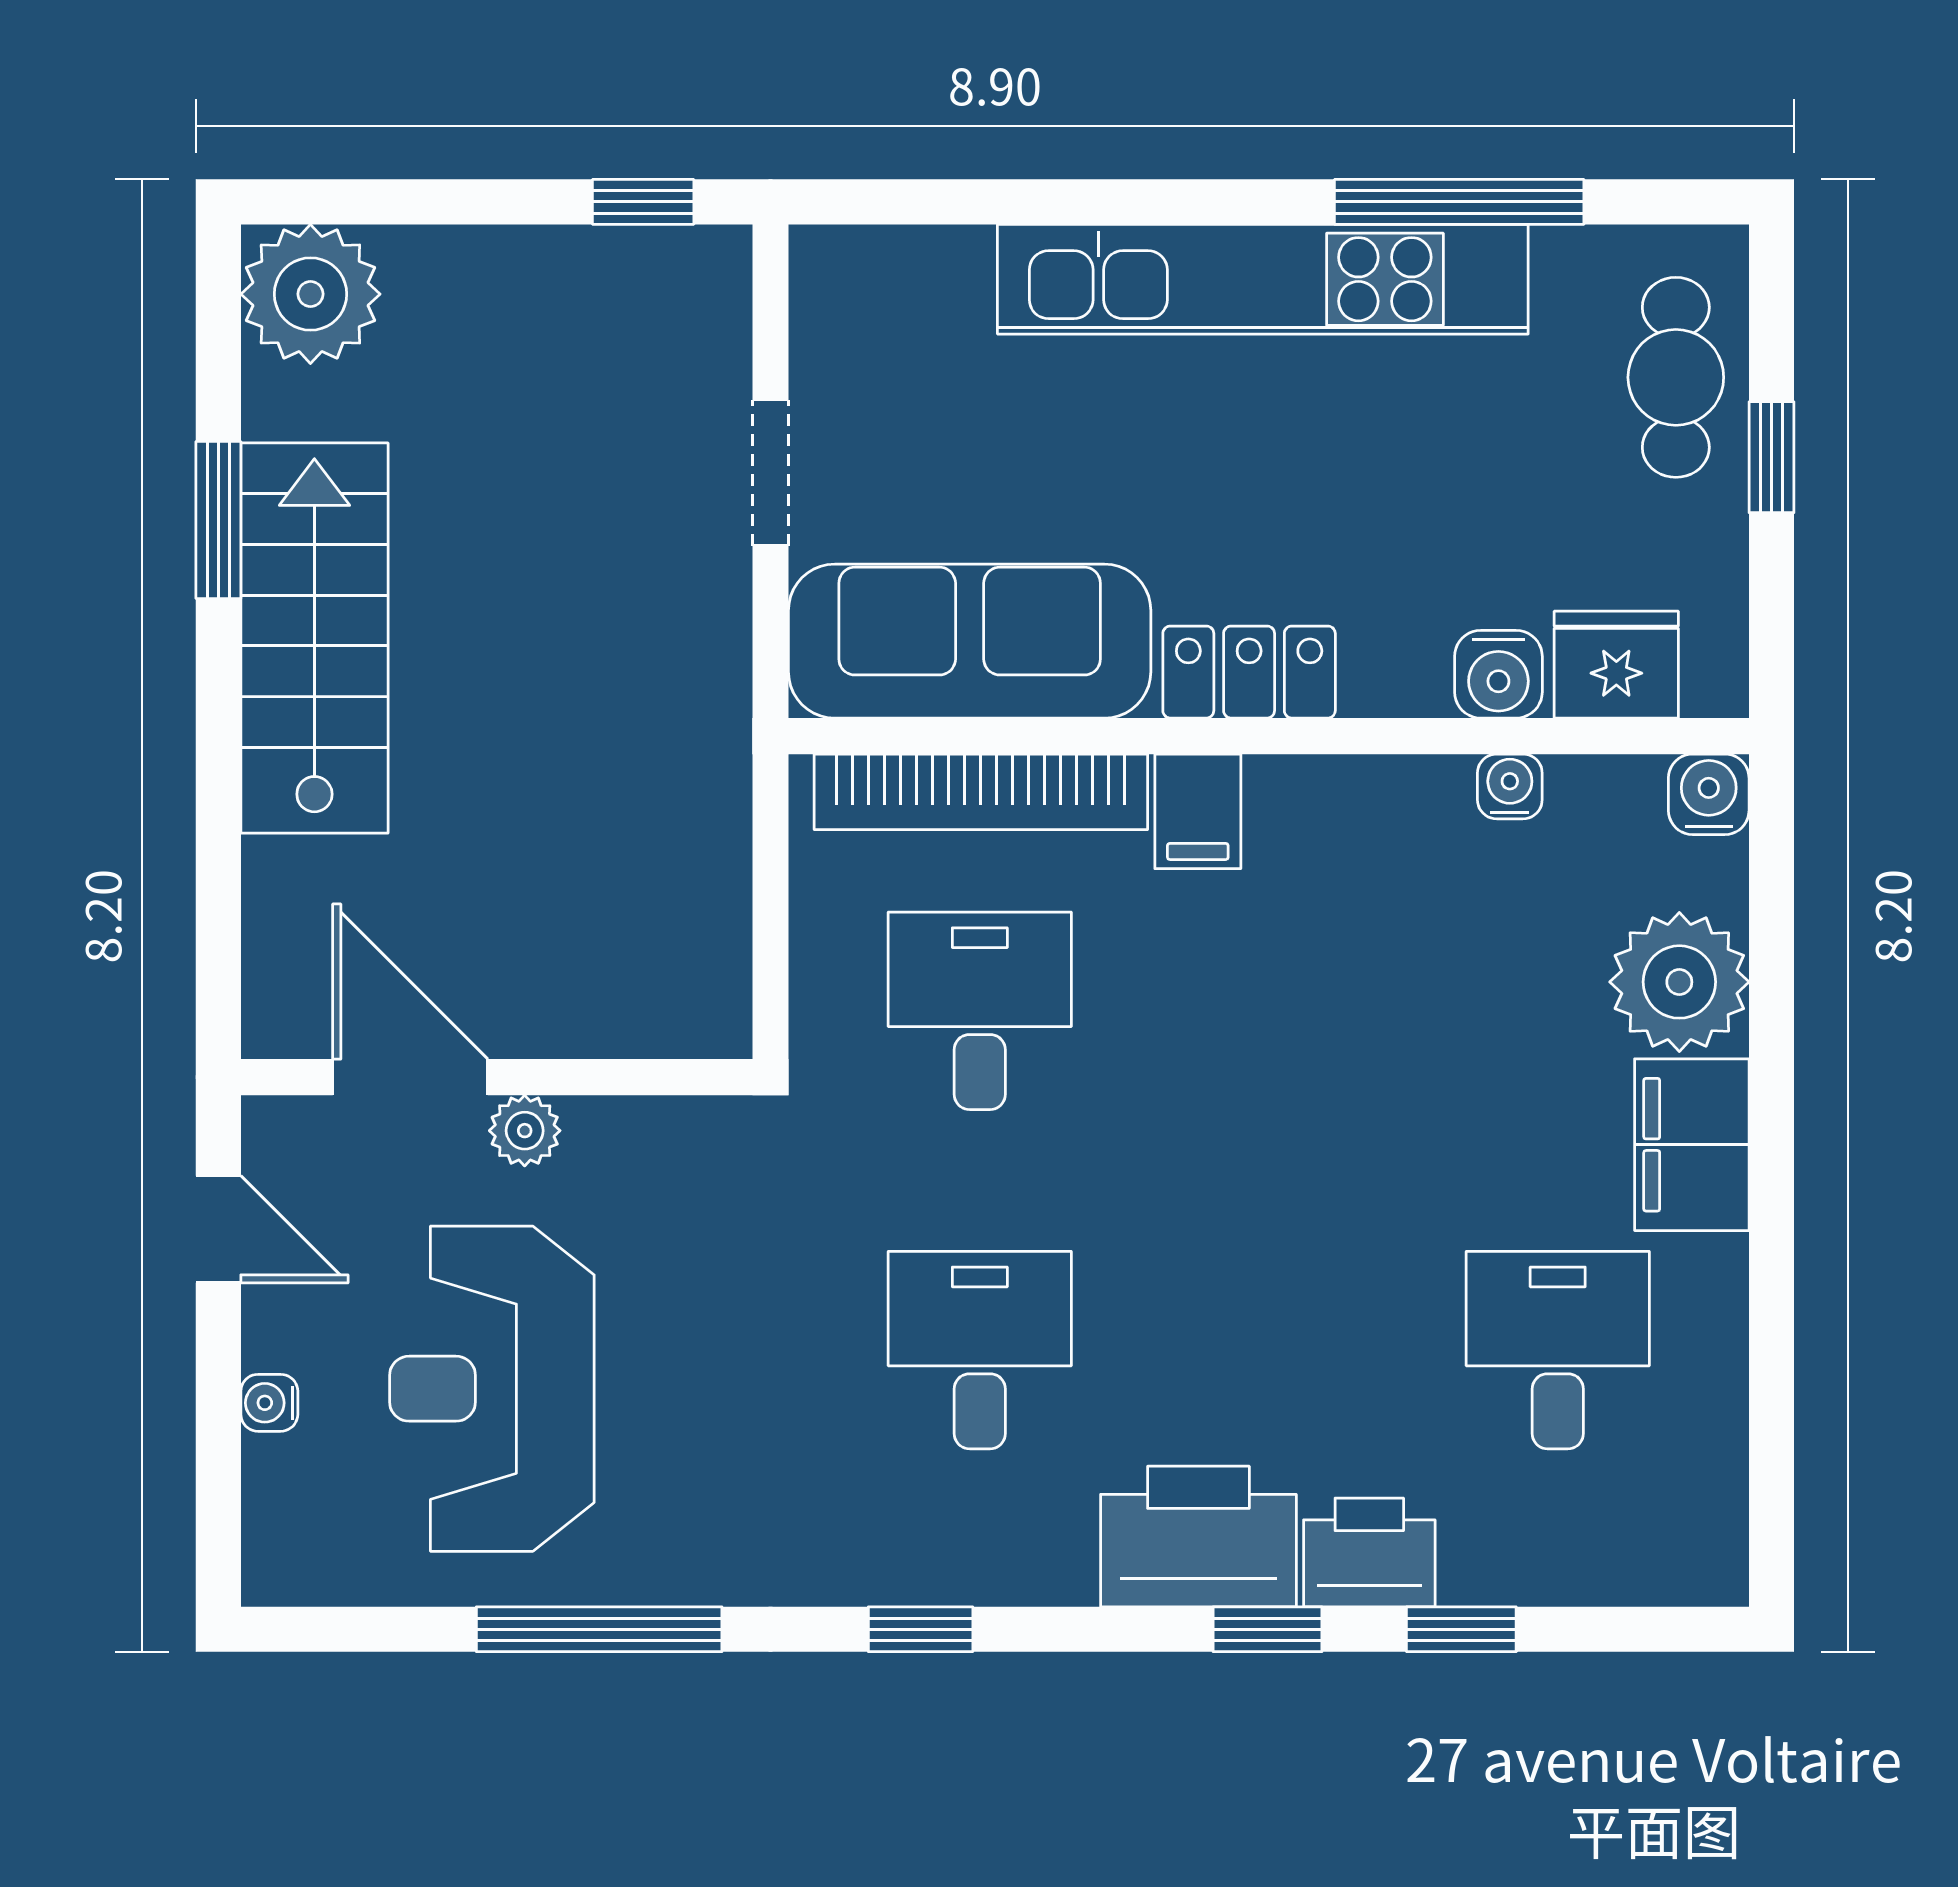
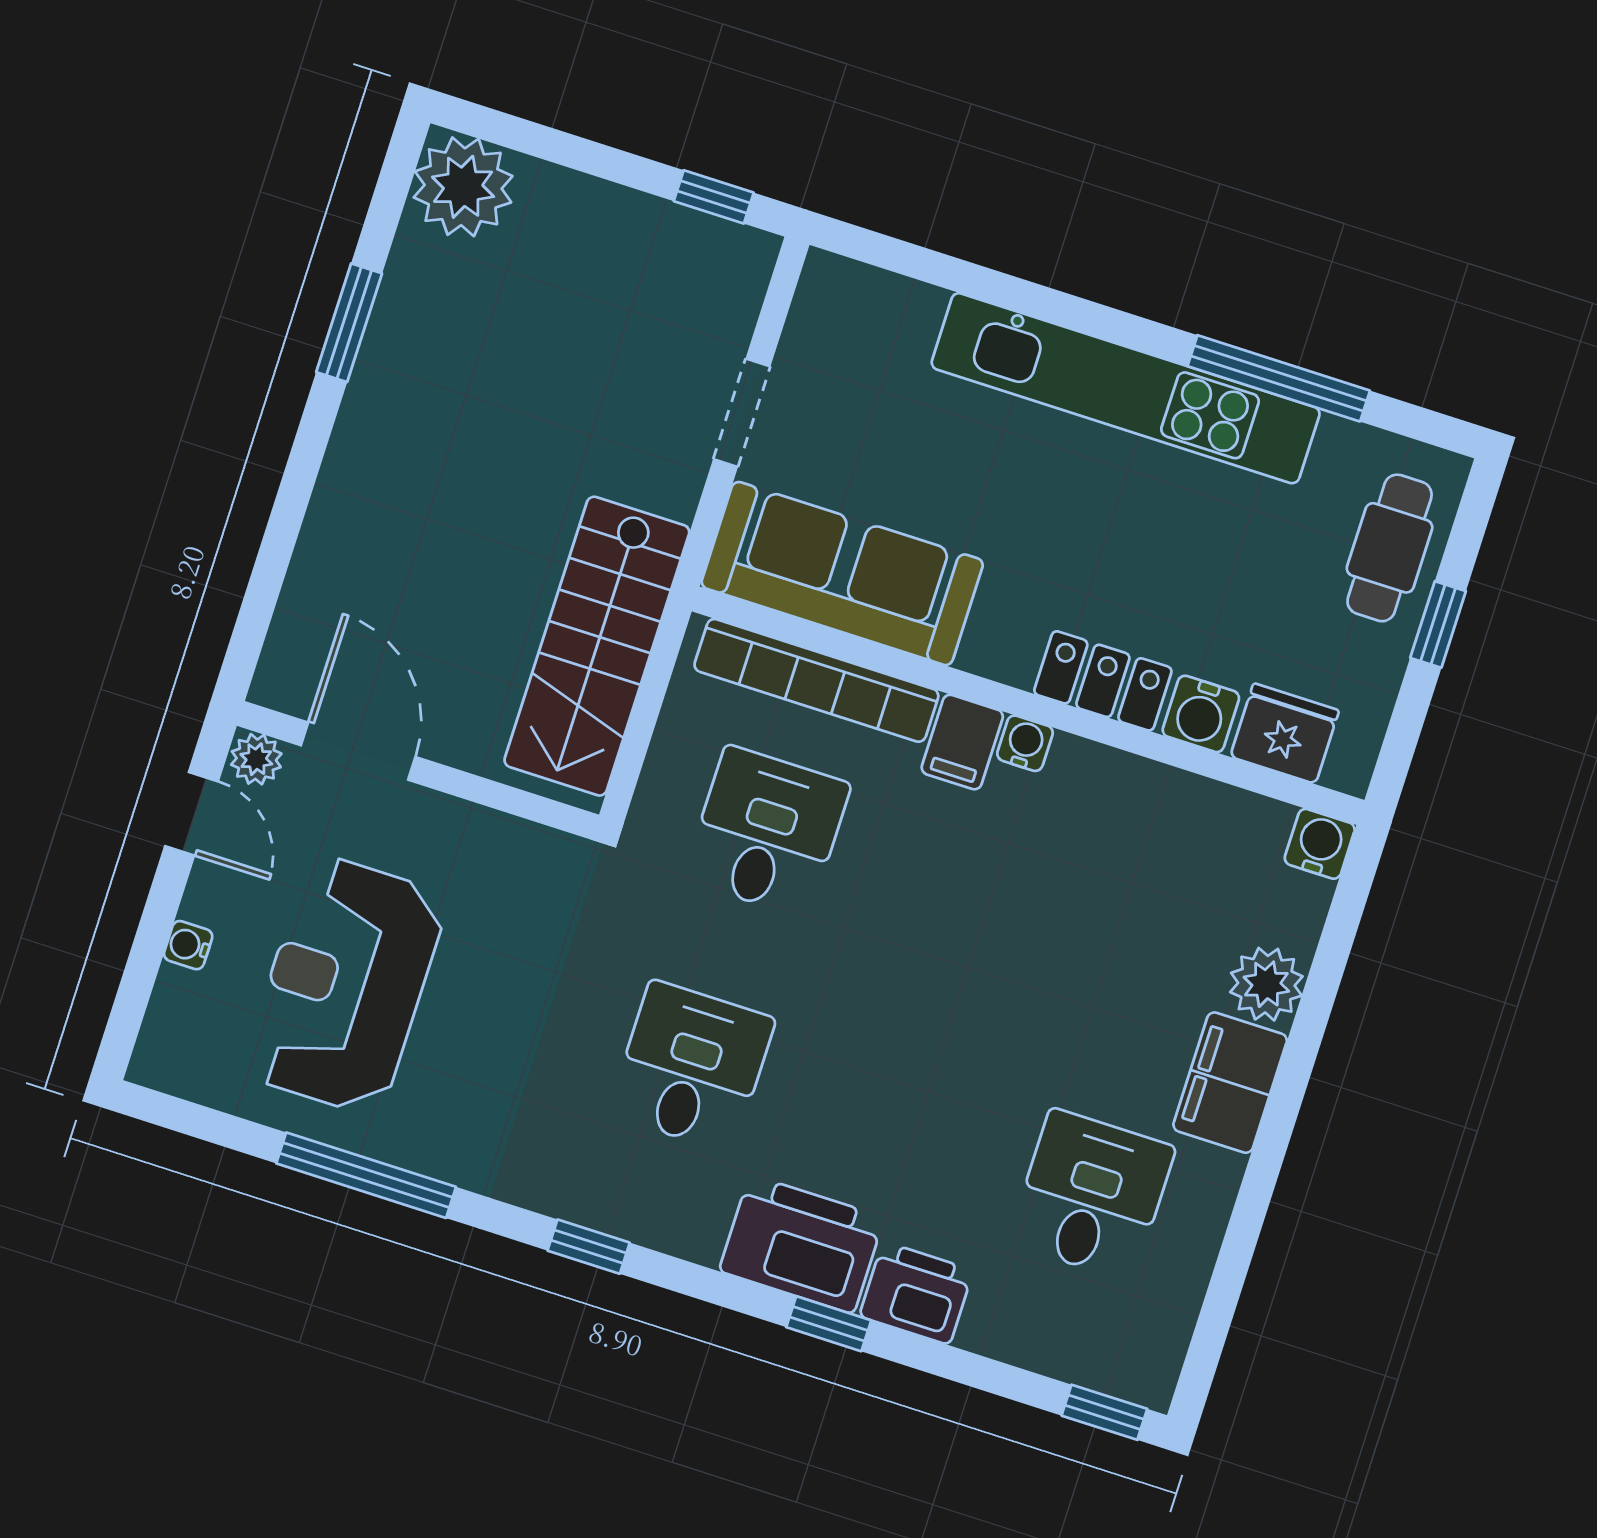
stairs: (314, 638) -> (597, 646), moved, turned 180
locker: (1249, 672) -> (1103, 681), moved
water cooler: (1510, 786) -> (1025, 743), moved
plant: (1679, 982) -> (1266, 984), width x0.73, depth x0.73
plant: (525, 1131) -> (256, 759), moved
window: (1461, 1629) -> (1104, 1412), moved

